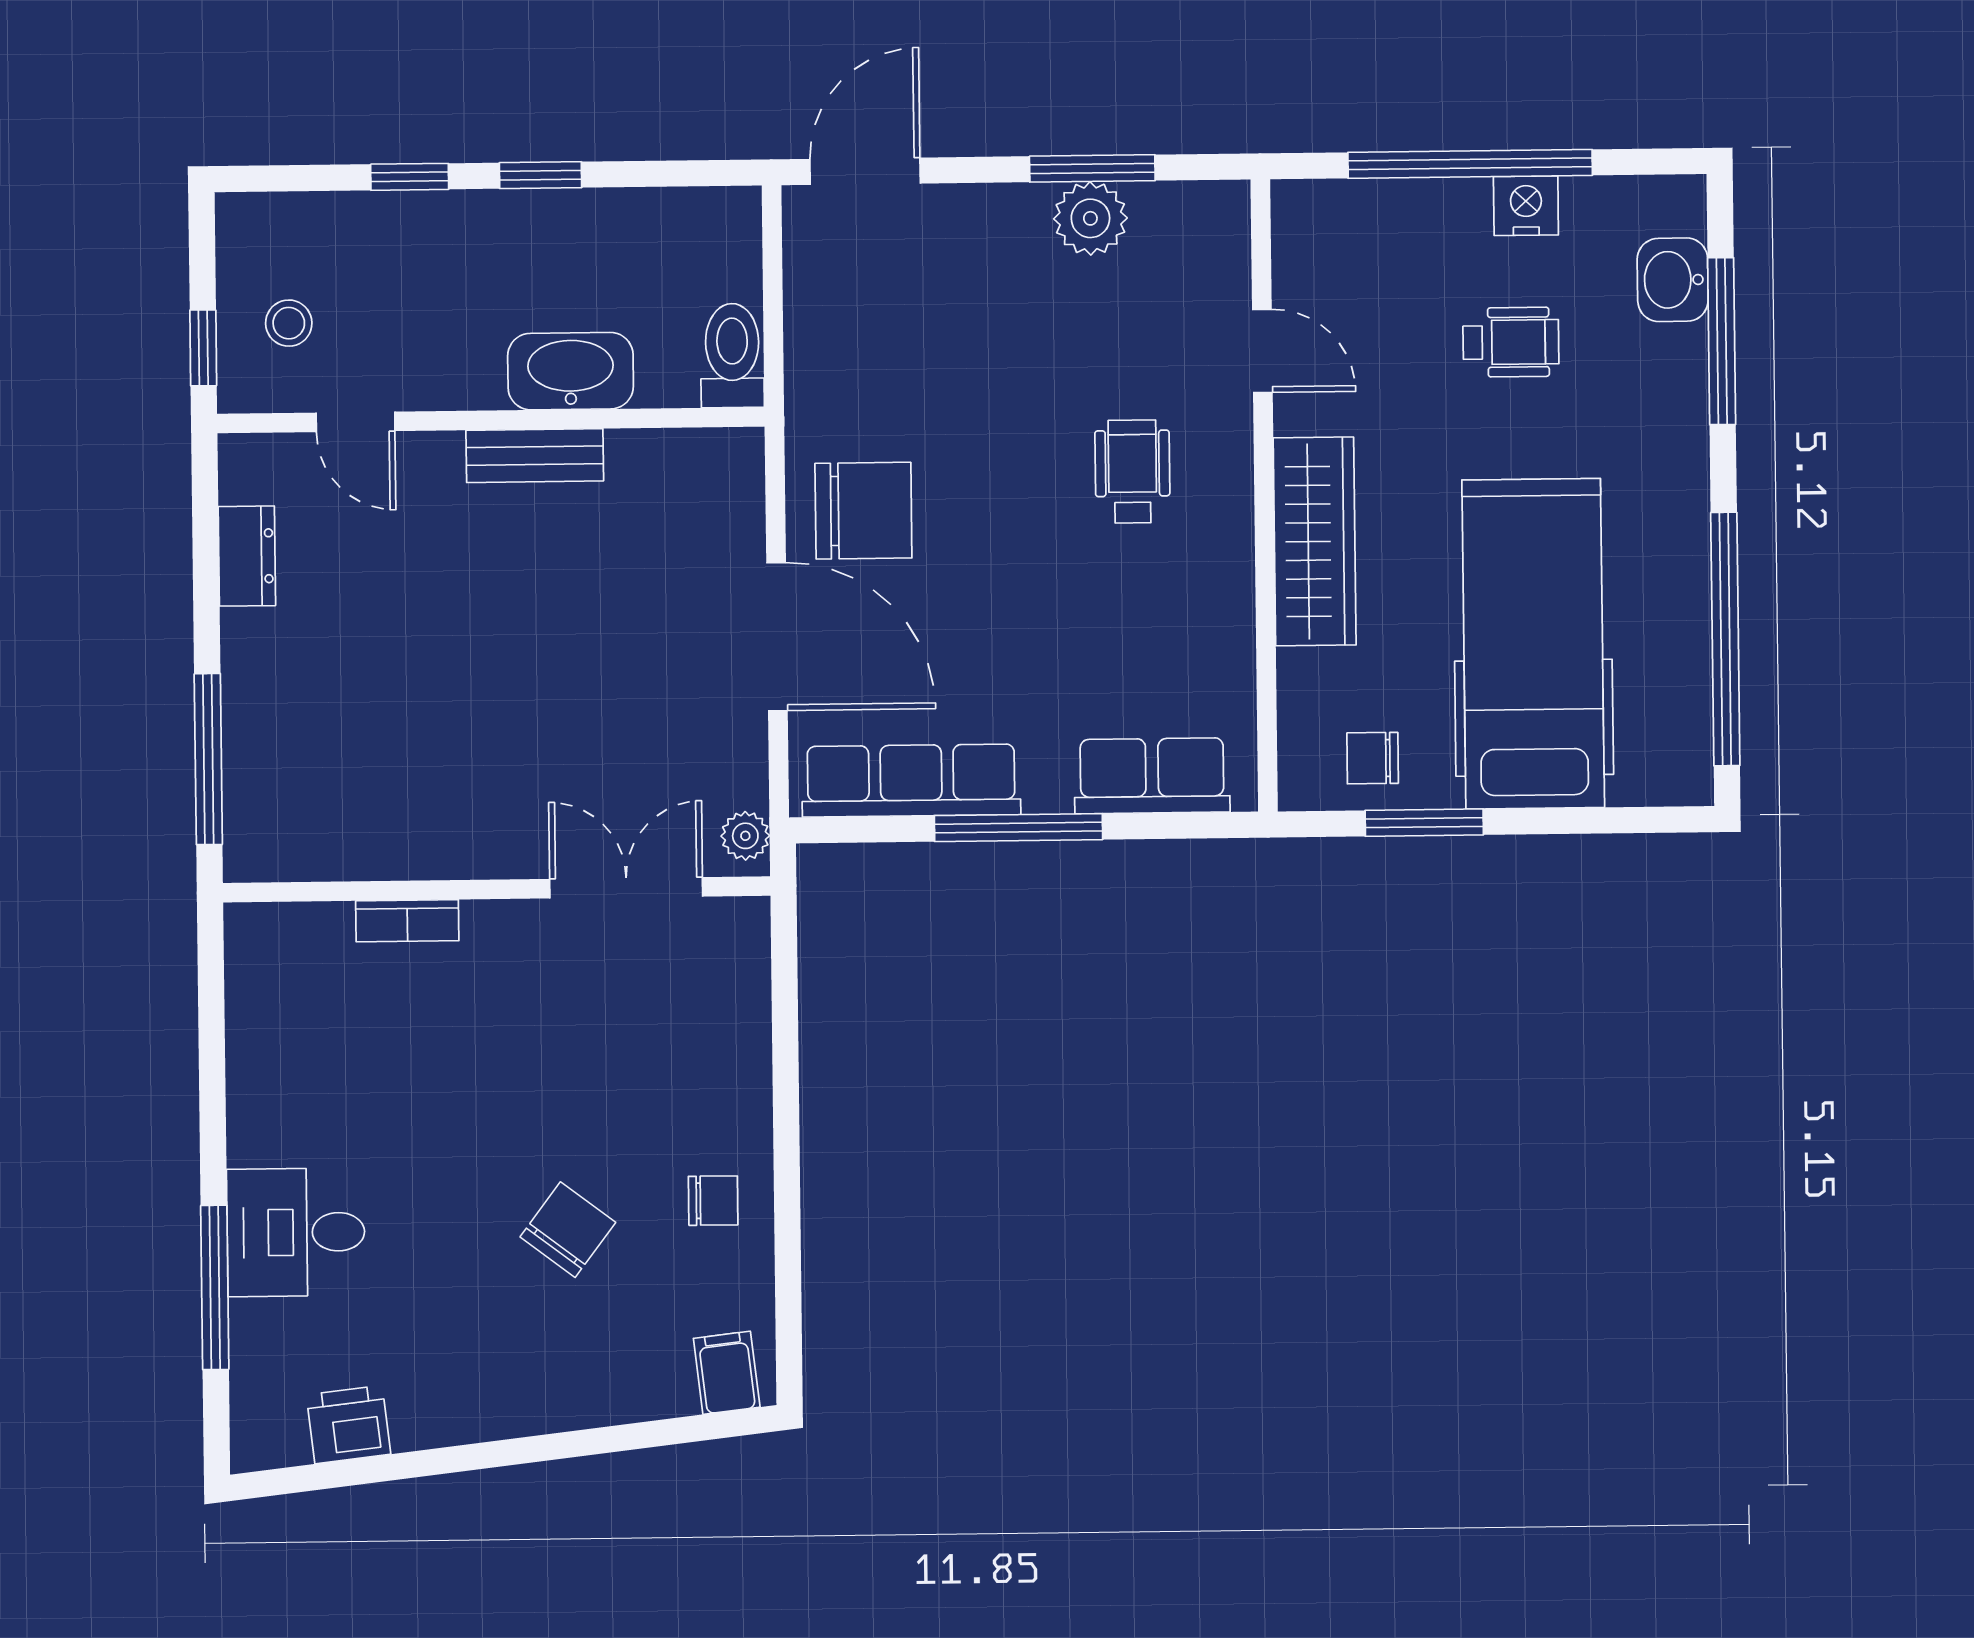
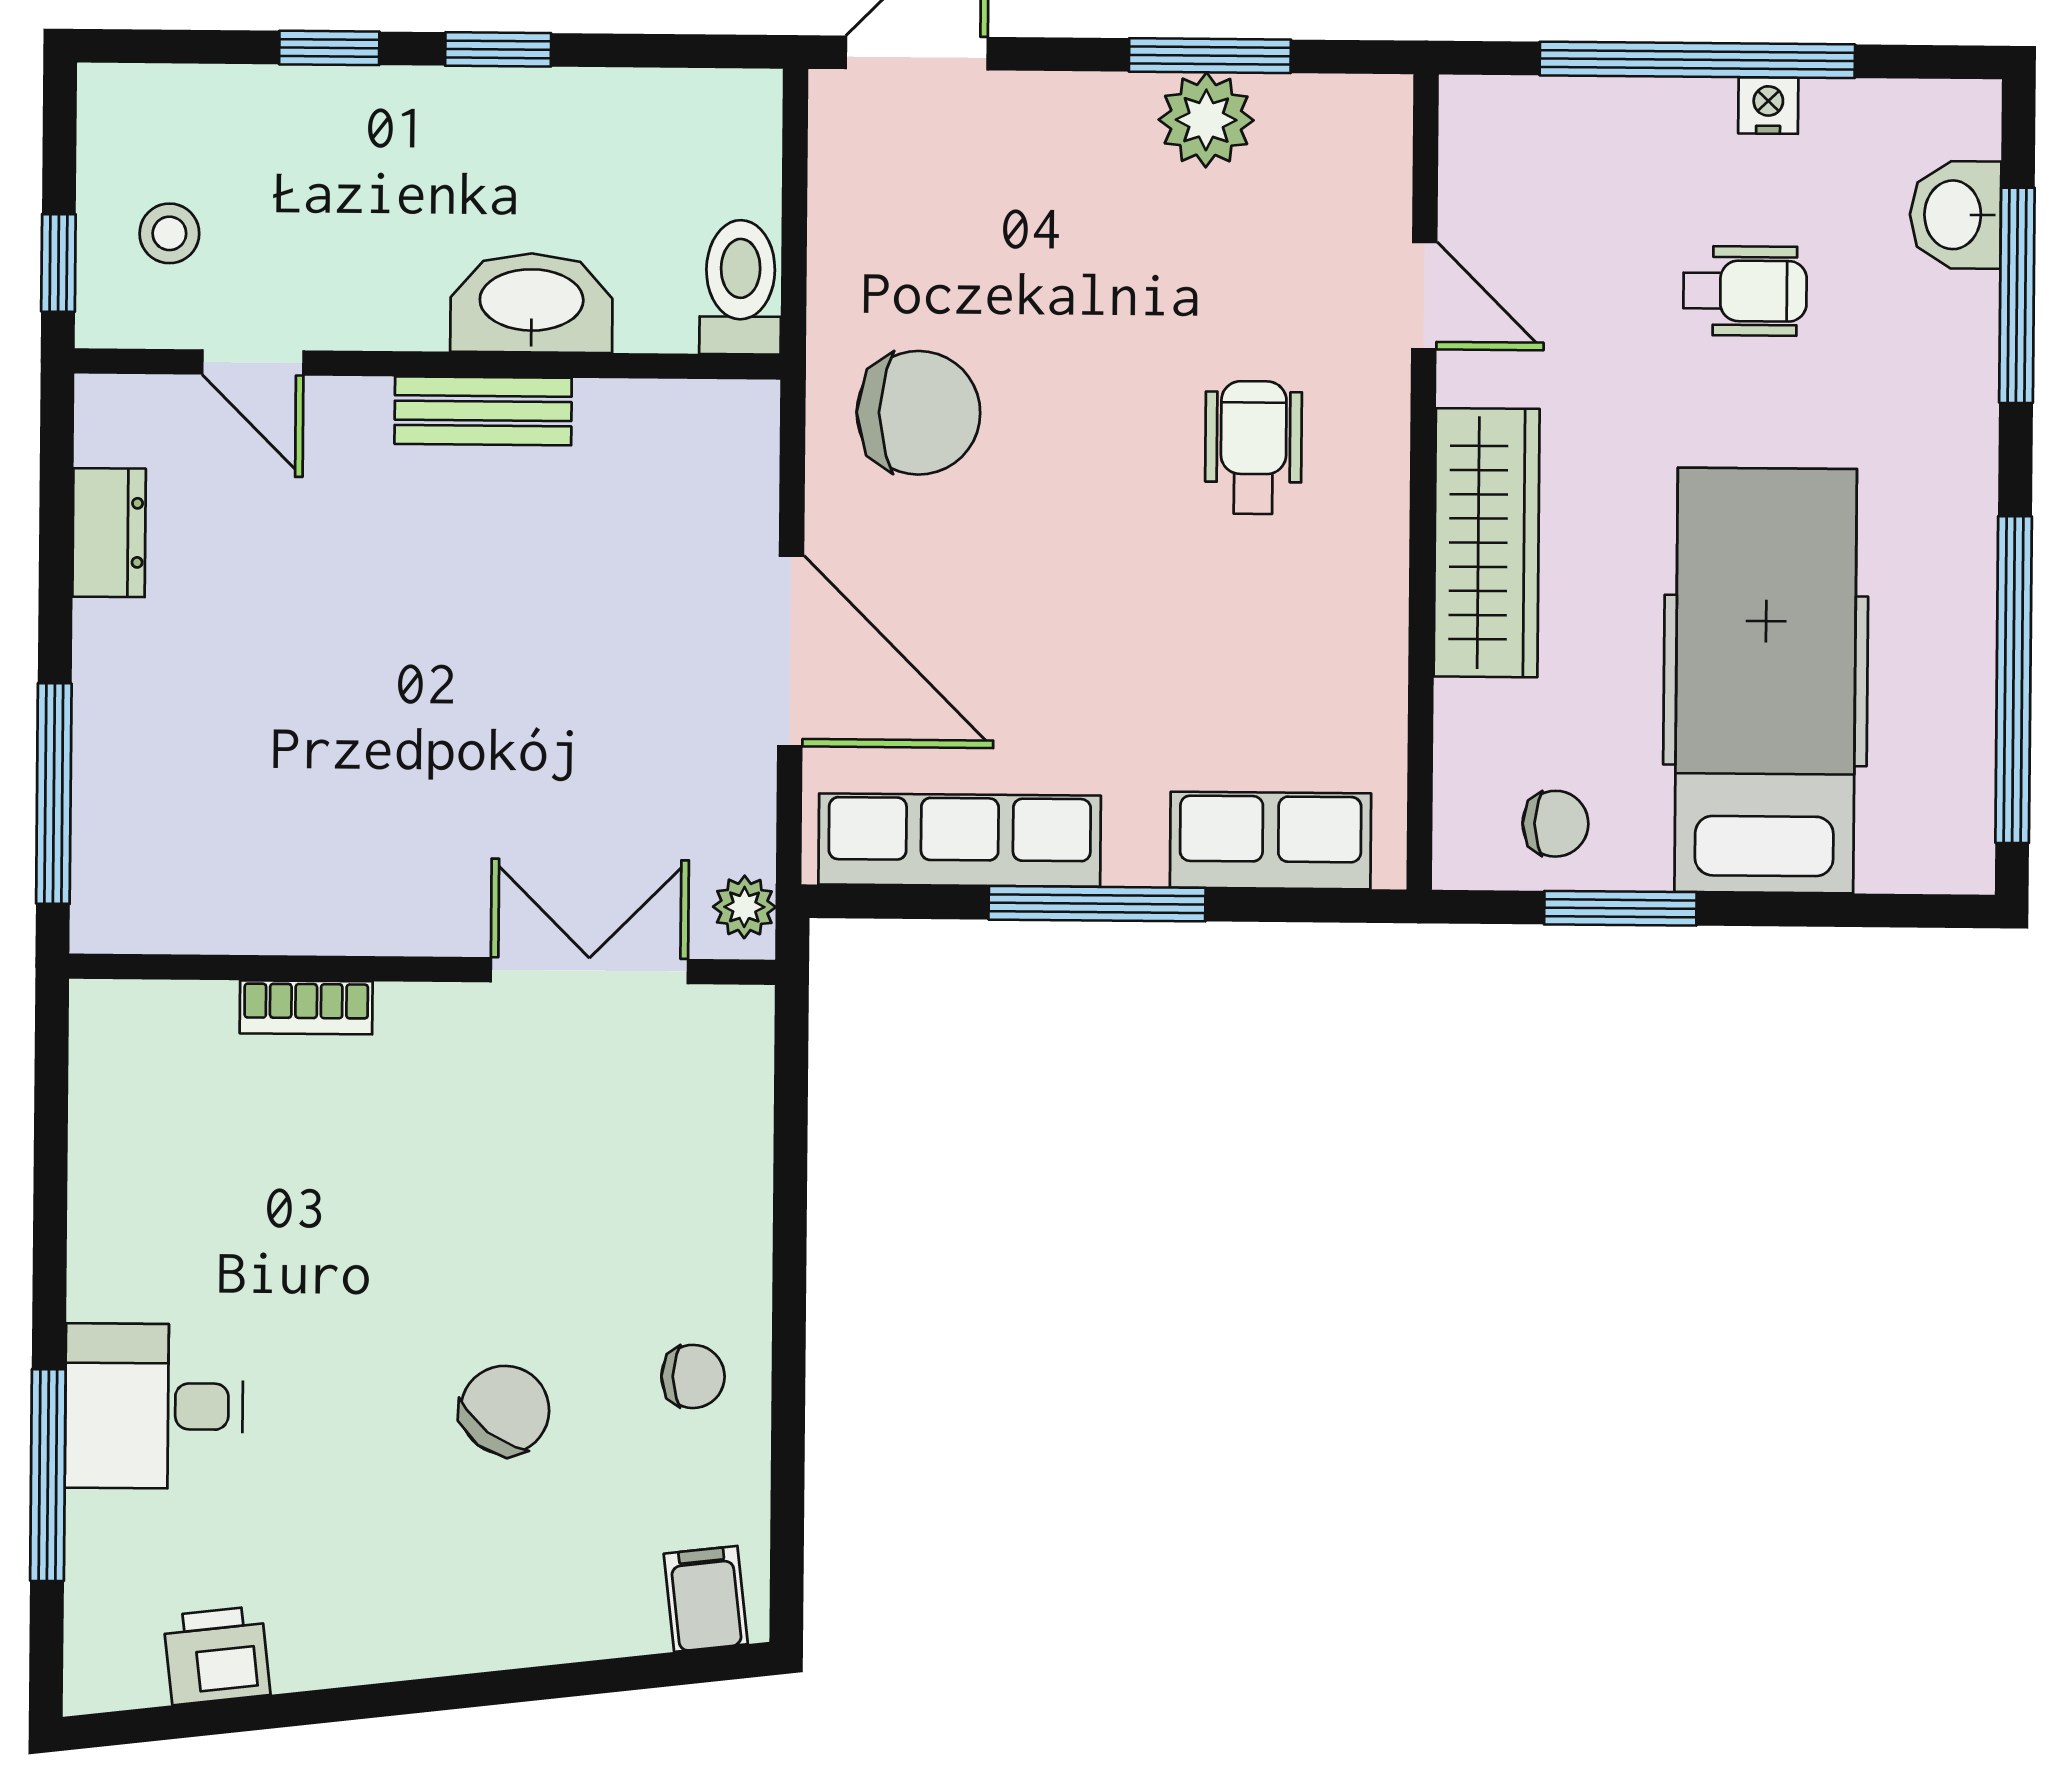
nightstand: (1526, 206) -> (1768, 105), width x0.72, depth x0.74
chair: (863, 511) -> (918, 413), moved
chair: (1373, 758) -> (1555, 824), turned 180

